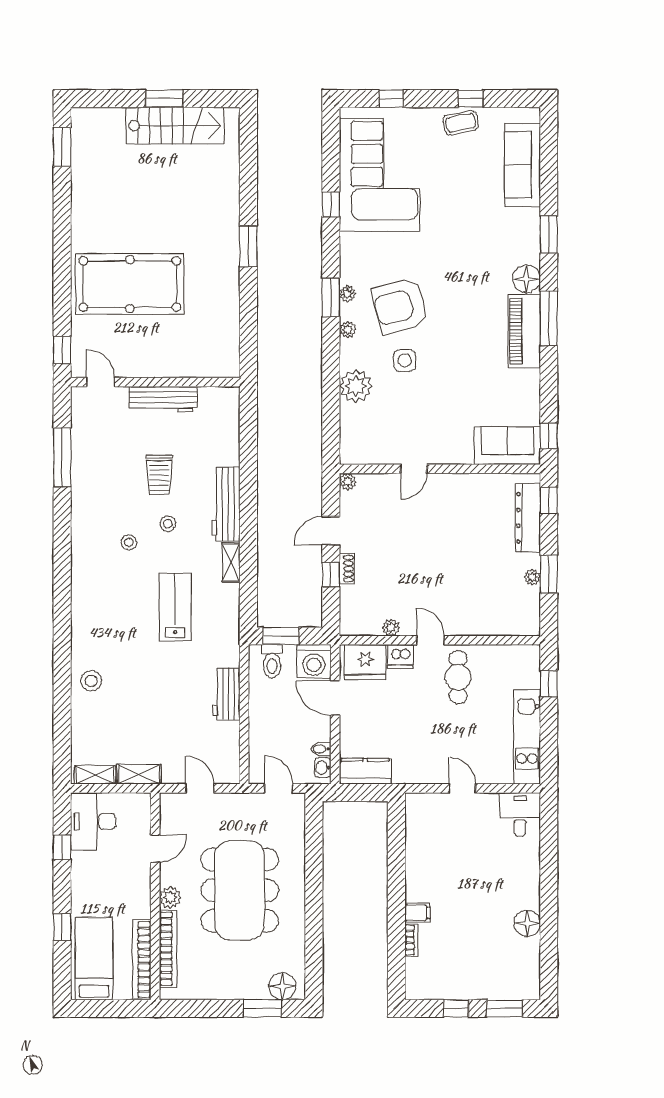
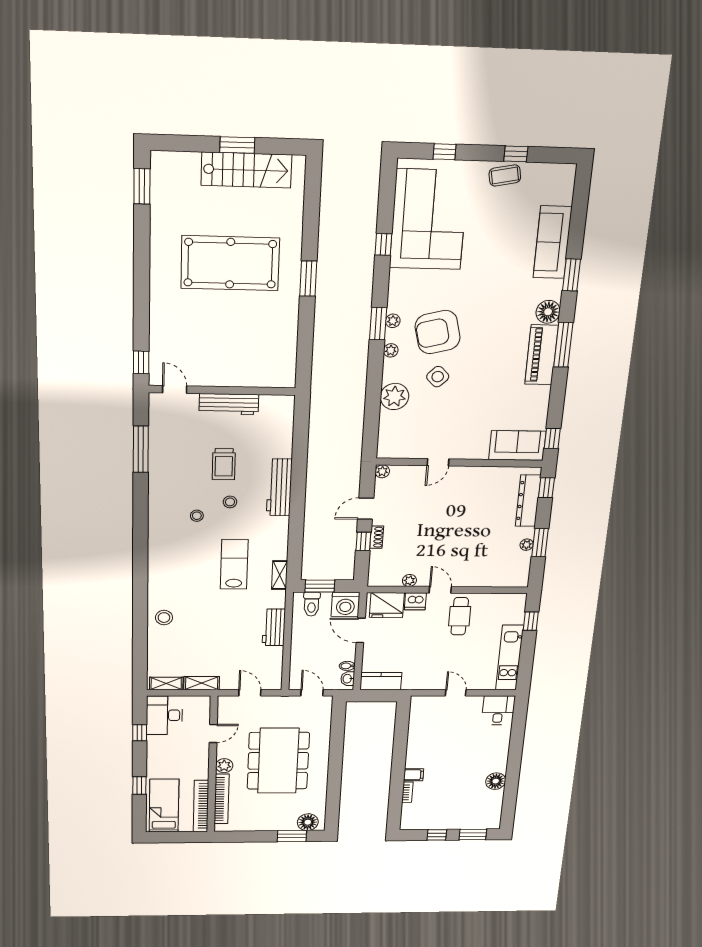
sofa: (523, 165) -> (553, 242), moved
pool table: (130, 284) -> (230, 263), moved
side table: (405, 360) -> (438, 377), turned 45
shelving: (231, 563) -> (280, 575), moved

